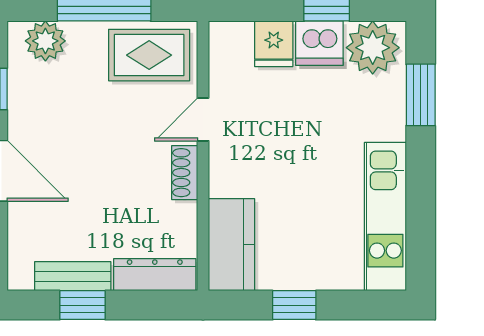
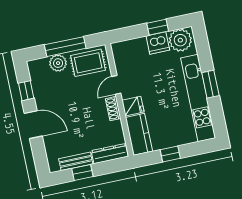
plant: (45, 41) -> (58, 63), moved
fridge: (274, 44) -> (133, 106), moved, turned -90
window: (421, 95) -> (210, 84), moved
kitchen unit: (385, 216) -> (198, 98), width x1.36

